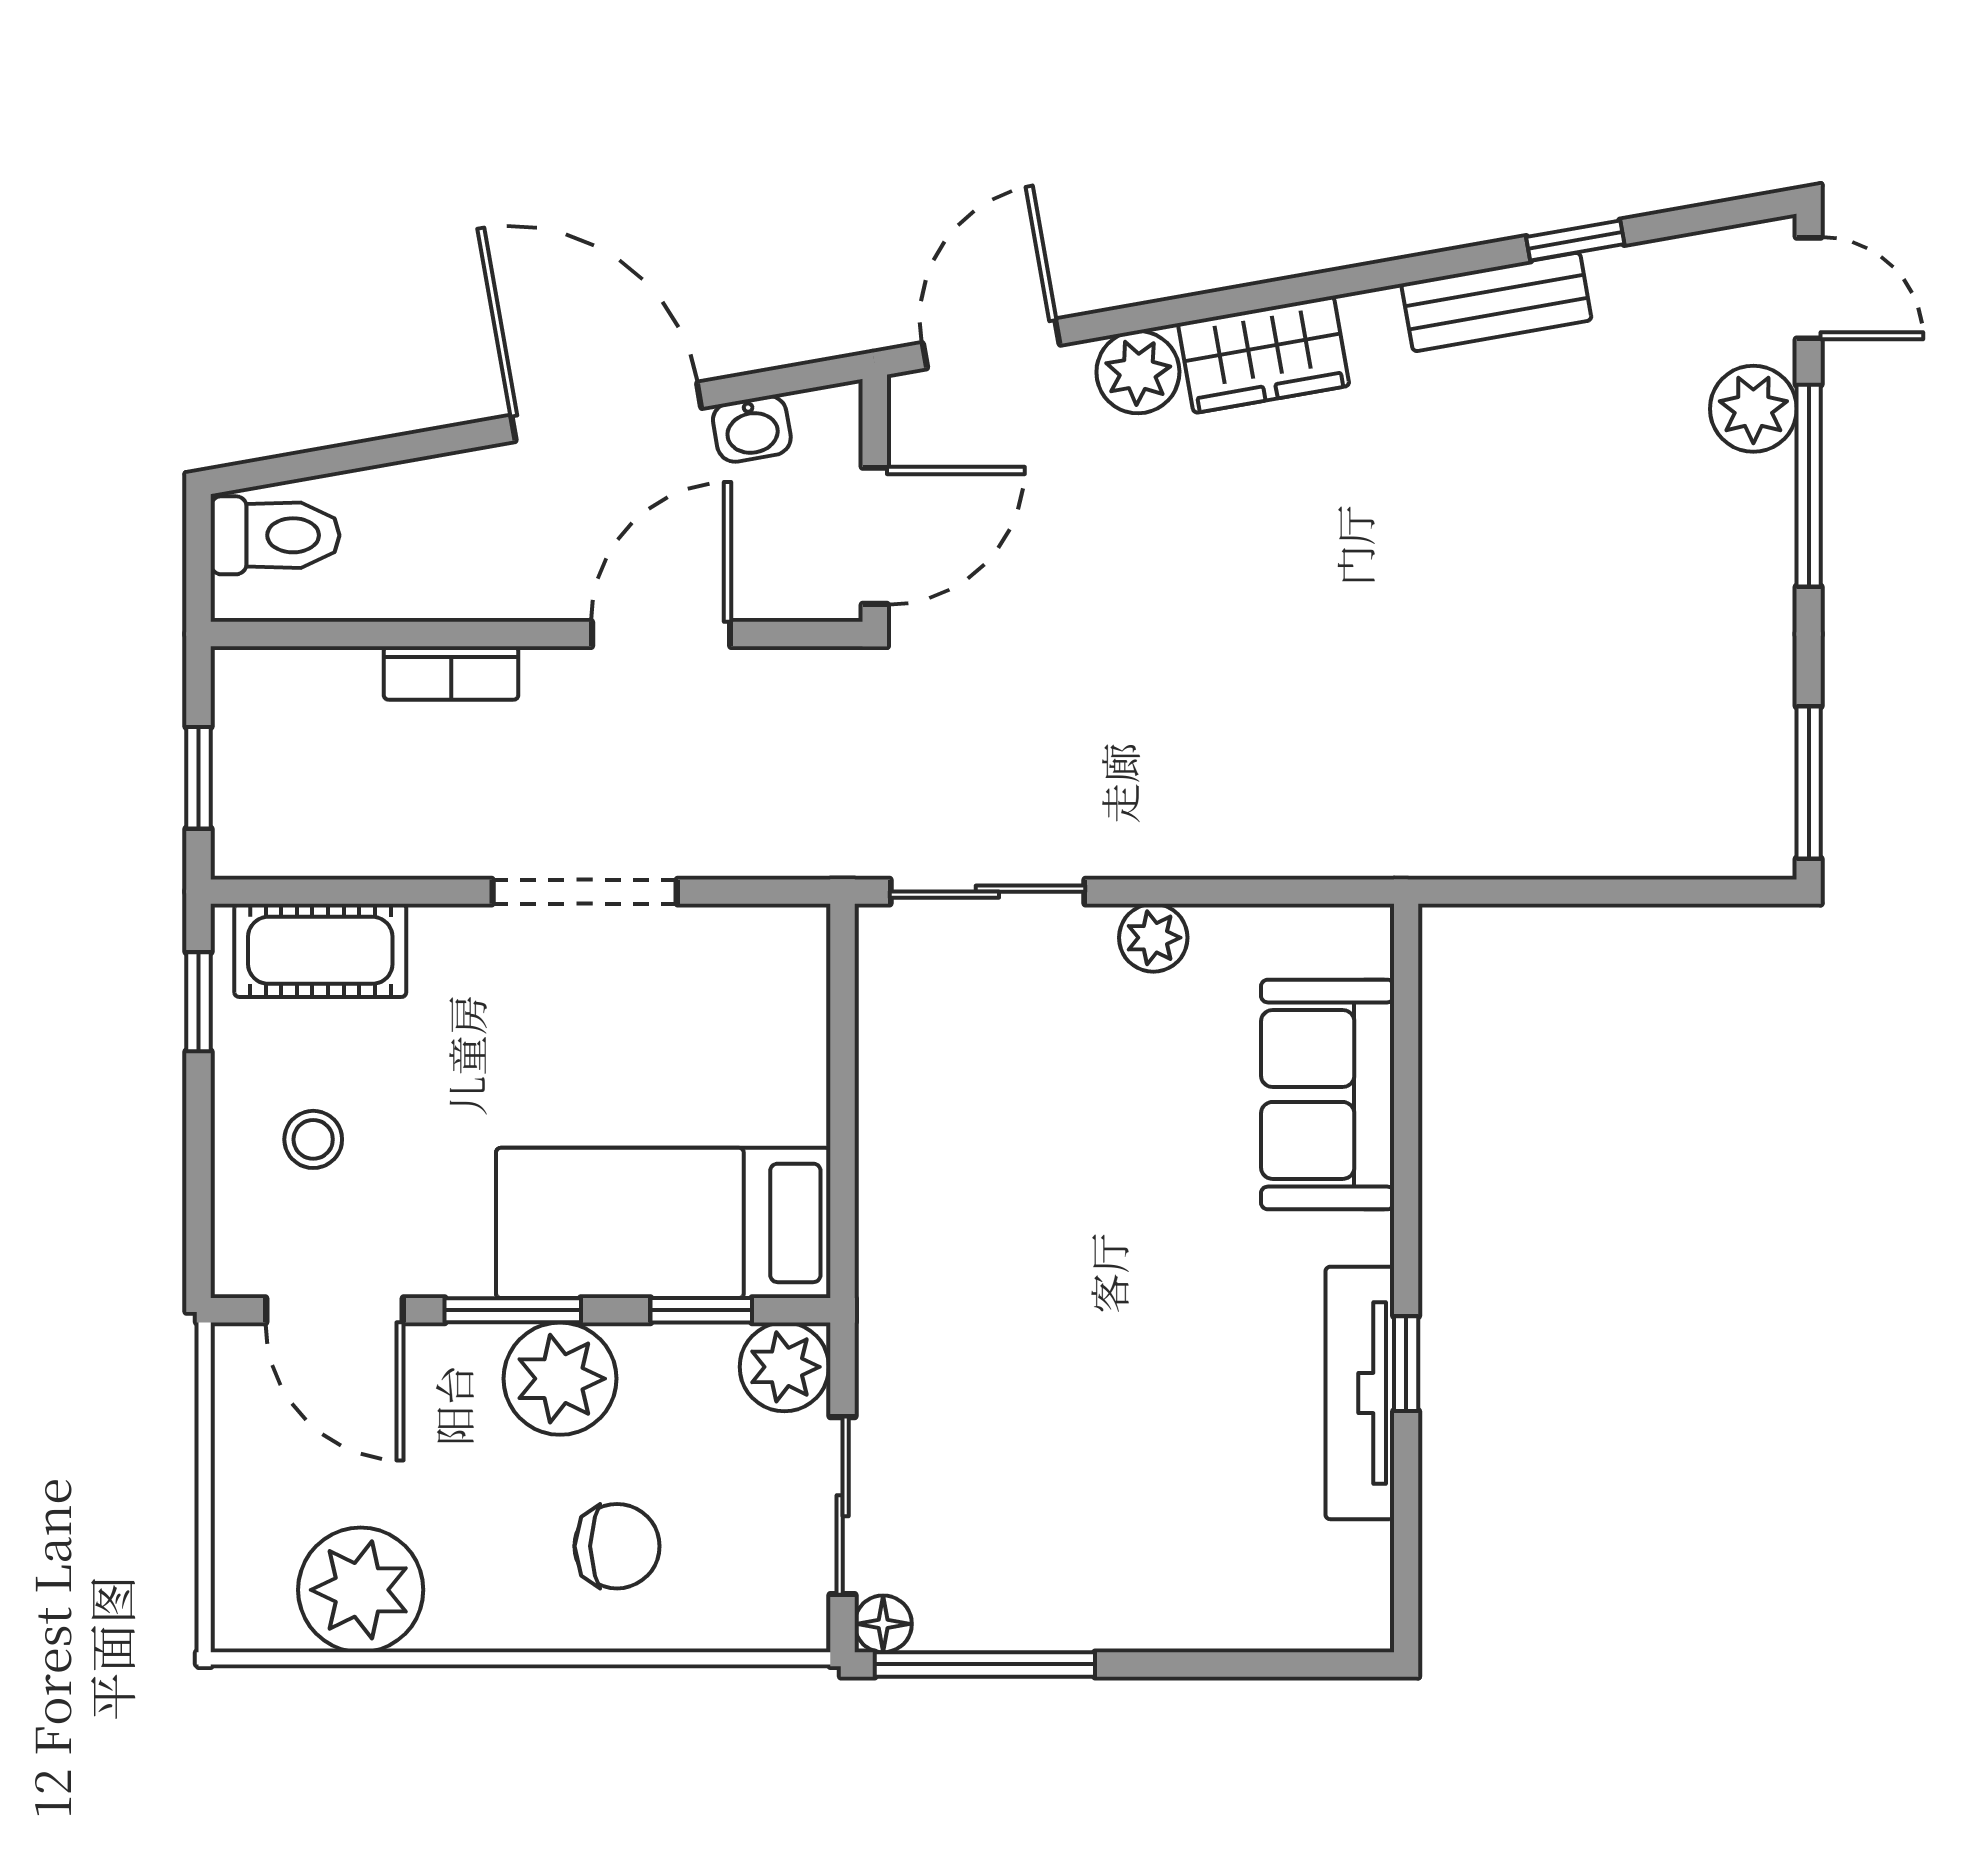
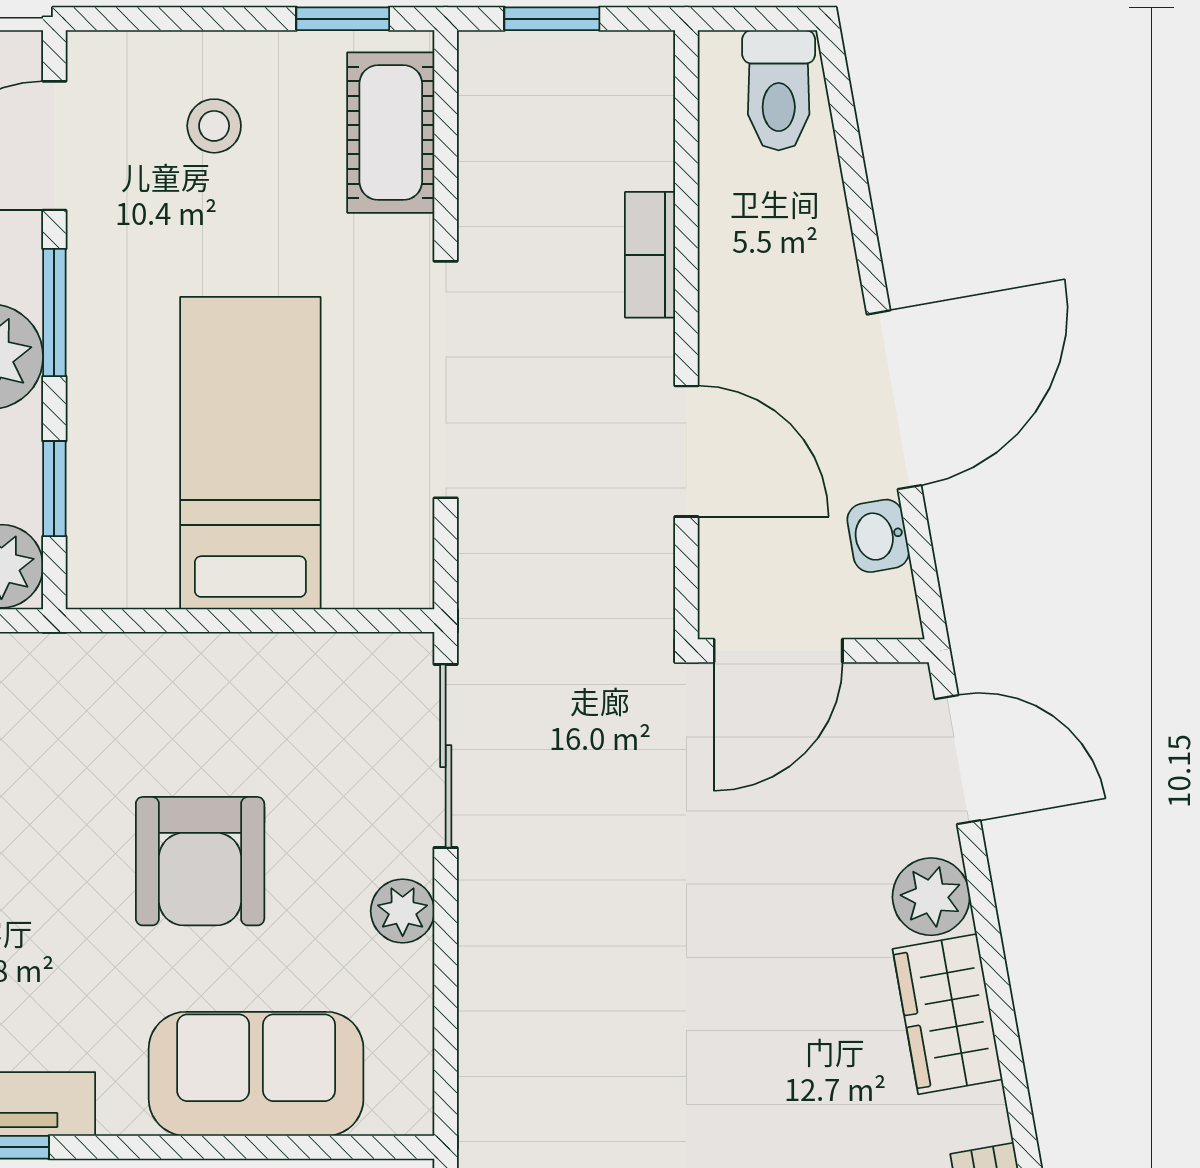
door: (875, 536) -> (778, 651), hinge flipped
doorway: (585, 892) -> (446, 380), width x1.36
armchair: (1100, 1154) -> (200, 861), added
bed: (663, 1223) -> (250, 453), moved

